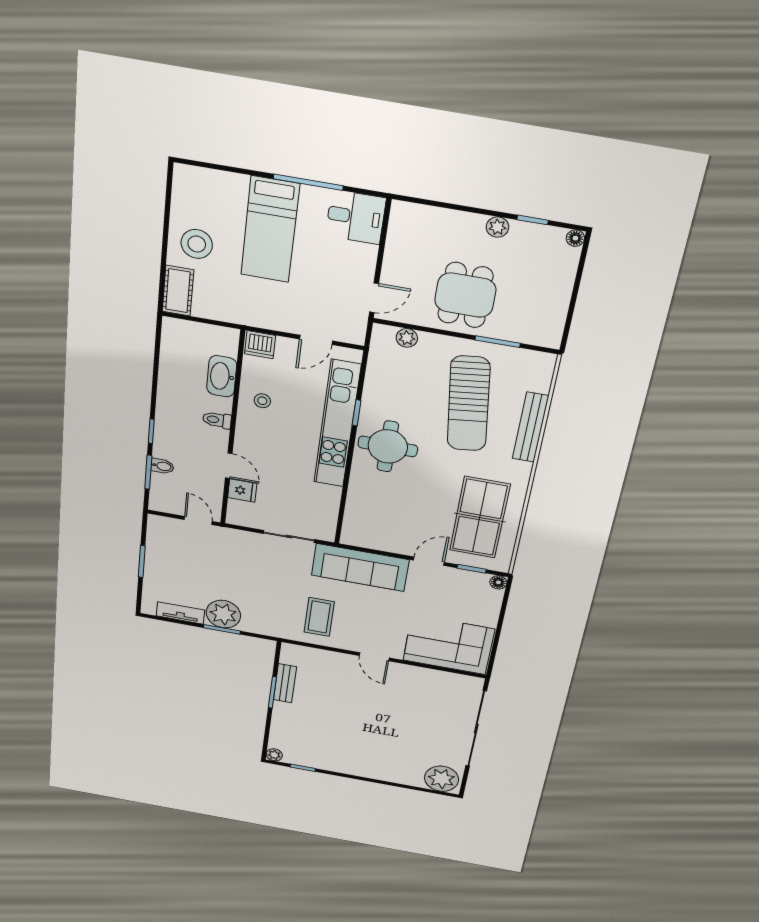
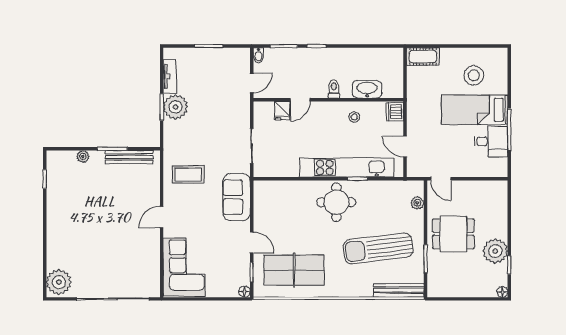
desk: (356, 217) -> (491, 141), moved, turned -90
plant: (497, 227) -> (495, 251), width x1.88, depth x1.88
stool: (197, 244) -> (474, 75), moved
bench: (531, 427) -> (399, 290), moved
bidet: (162, 466) -> (258, 55), moved
sofa: (360, 568) -> (236, 197), width x0.73
bench: (285, 683) -> (129, 157), width x1.36
plant: (274, 755) -> (83, 156), moved

